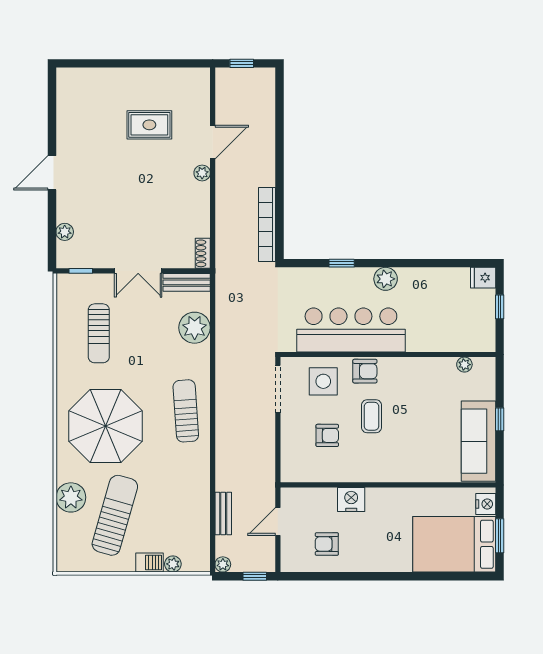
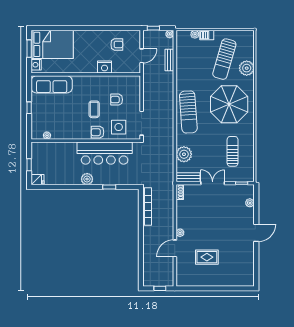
sun lounger: (186, 411) -> (188, 112), width x1.36, depth x1.34
sofa: (478, 441) -> (52, 84), moved, turned 90

